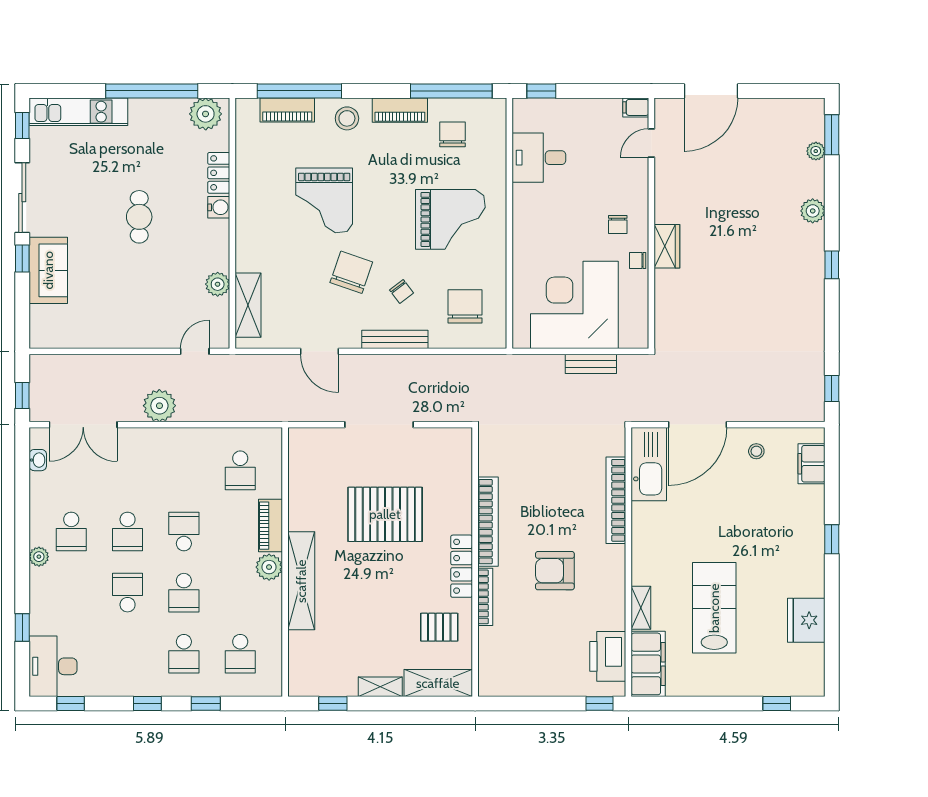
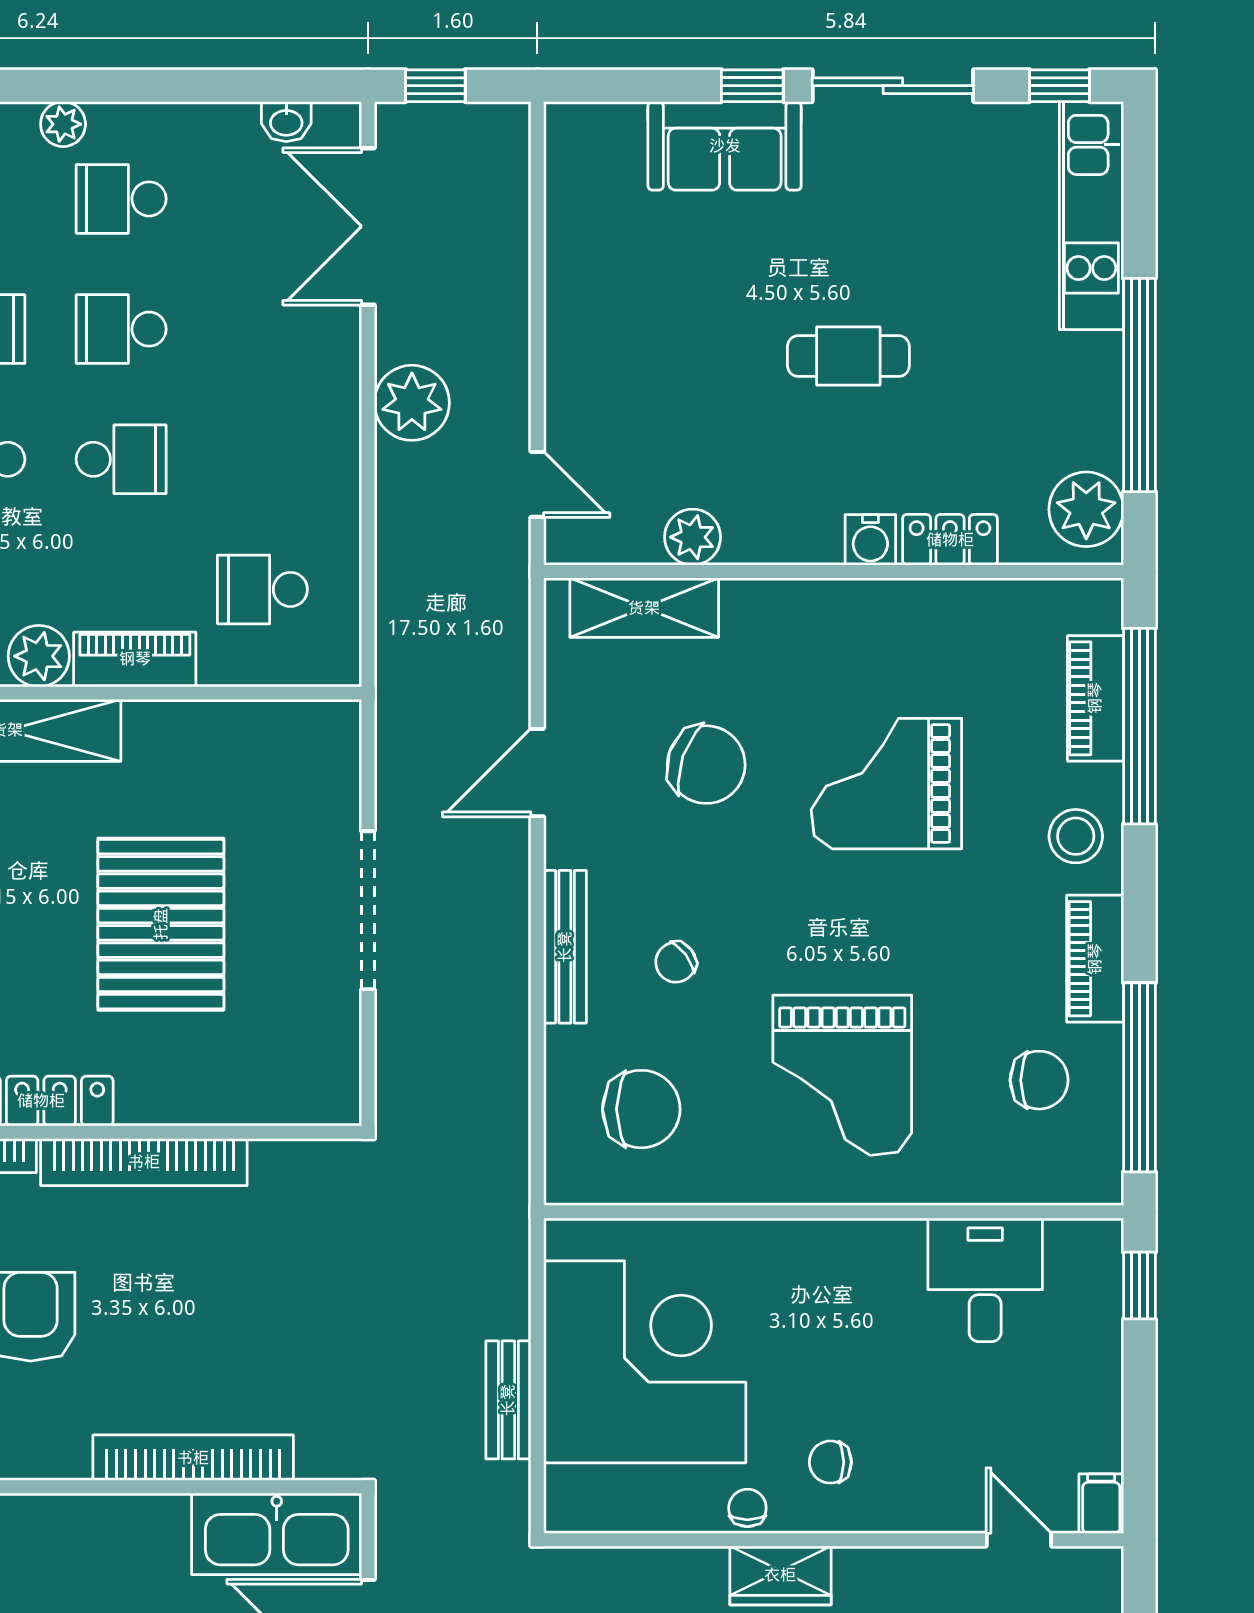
chair: (351, 272) -> (706, 765), moved

